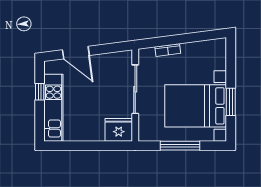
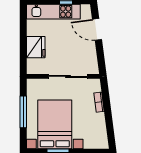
door: (76, 53) -> (97, 29), hinge flipped
fridge: (119, 130) -> (36, 47), moved

